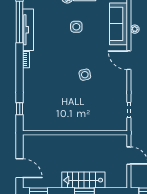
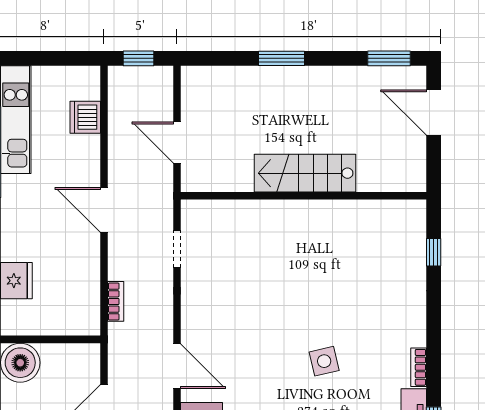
side table: (85, 75) -> (324, 361), moved
stairs: (83, 180) -> (305, 173), moved, turned 180

